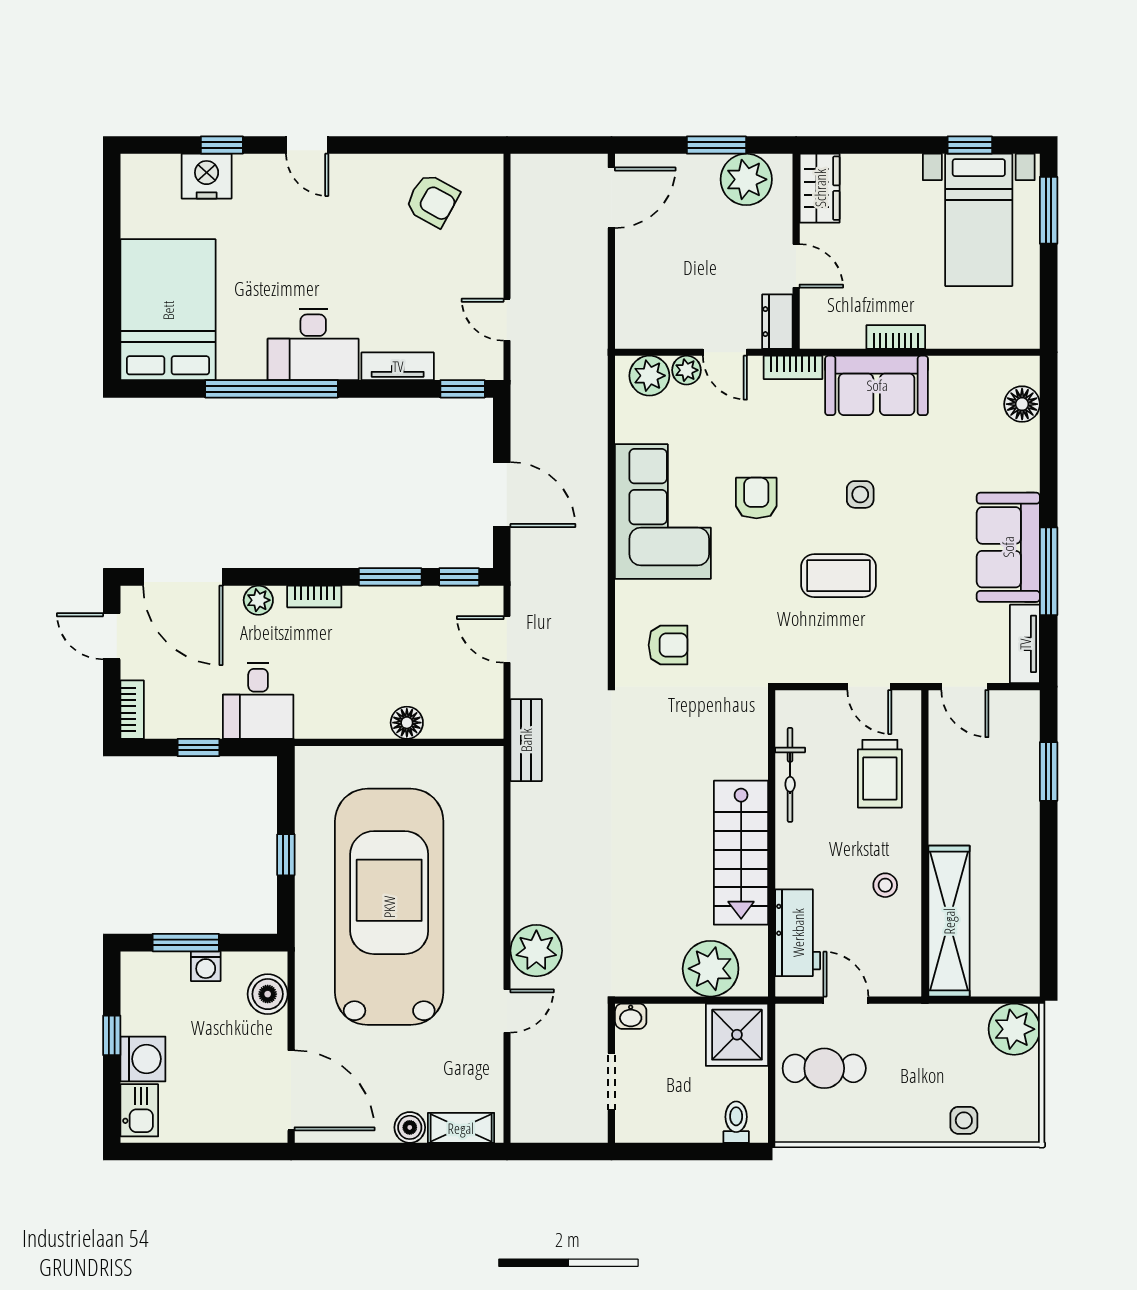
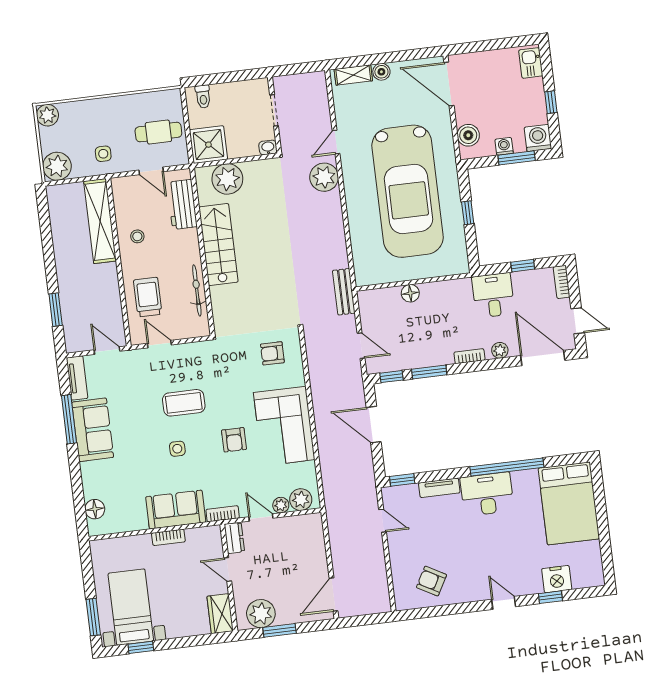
washing machine: (143, 1059) -> (538, 138), moved, turned 90
side table: (964, 1120) -> (103, 154), moved
plant: (1020, 1123) -> (47, 115), added

